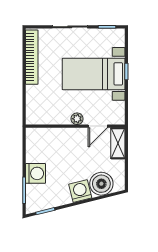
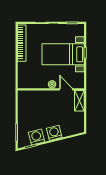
door: (98, 126) -> (66, 89), swing flipped
washing machine: (35, 173) -> (36, 137), moved, turned -104
boiler: (101, 184) -> (68, 128), removed

